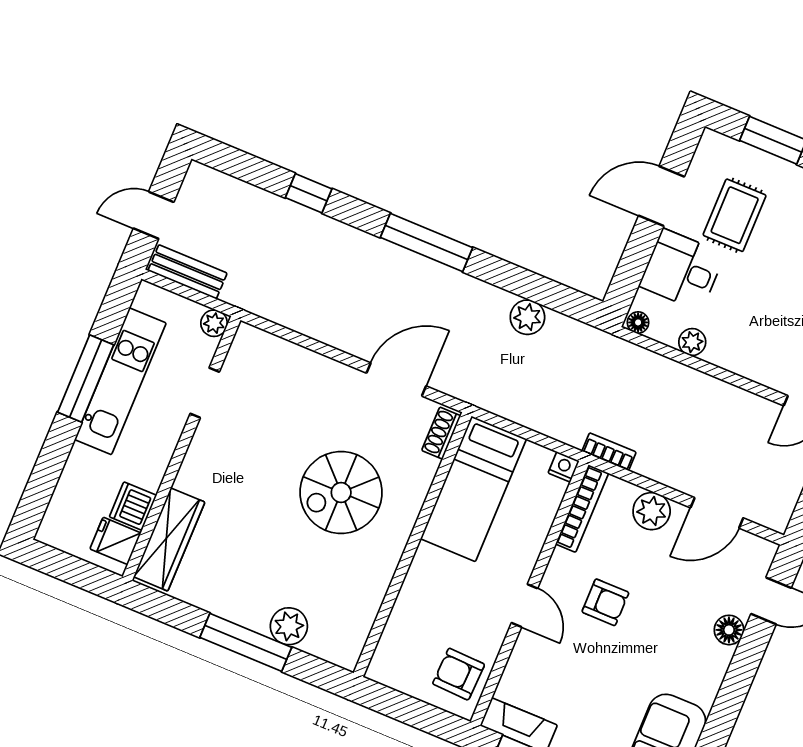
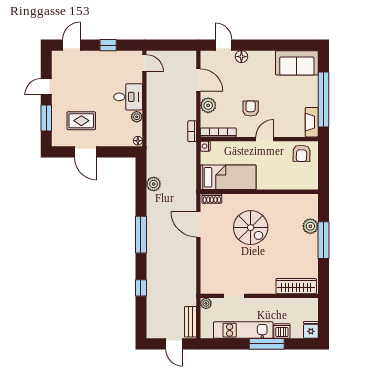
desk: (682, 270) -> (128, 97), moved, turned -90
window: (86, 378) -> (267, 344), moved
dishwasher: (133, 506) -> (282, 331), moved, turned 180
fridge: (115, 541) -> (311, 330), moved, turned 180

